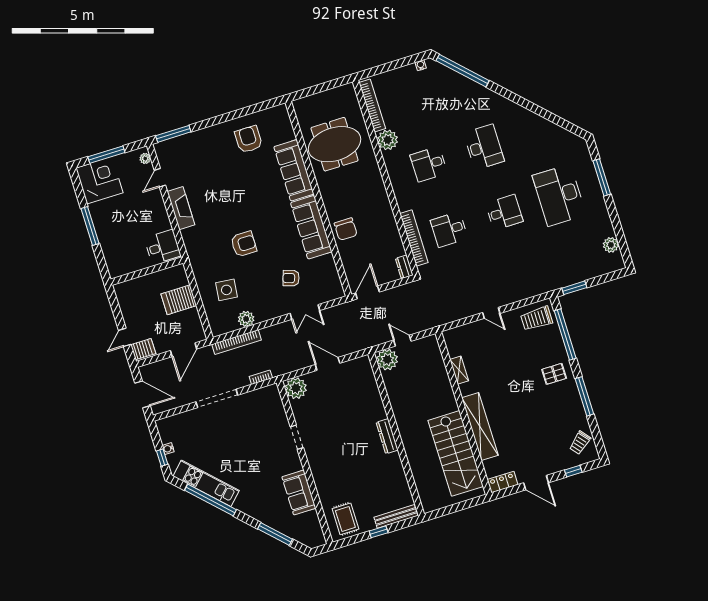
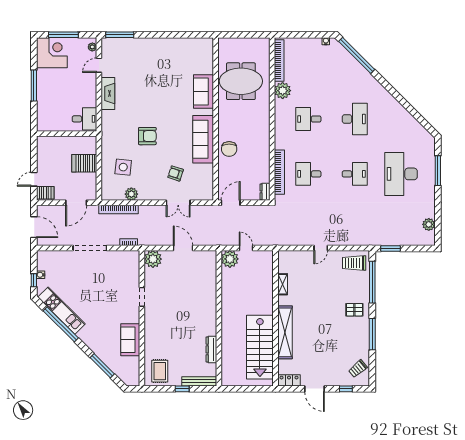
armchair: (249, 139) -> (176, 57), removed
sofa: (294, 170) -> (203, 92), width x0.73
door: (491, 313) -> (321, 248), hinge flipped
dresser: (387, 436) -> (211, 349), moved

